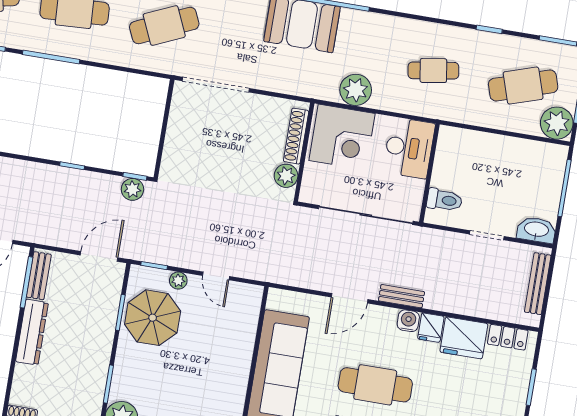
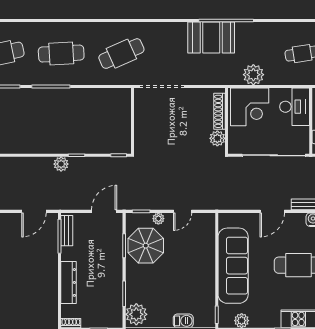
plant: (132, 189) -> (61, 164), moved
door: (216, 276) -> (183, 211), hinge flipped
dresser: (32, 332) -> (69, 282), moved

